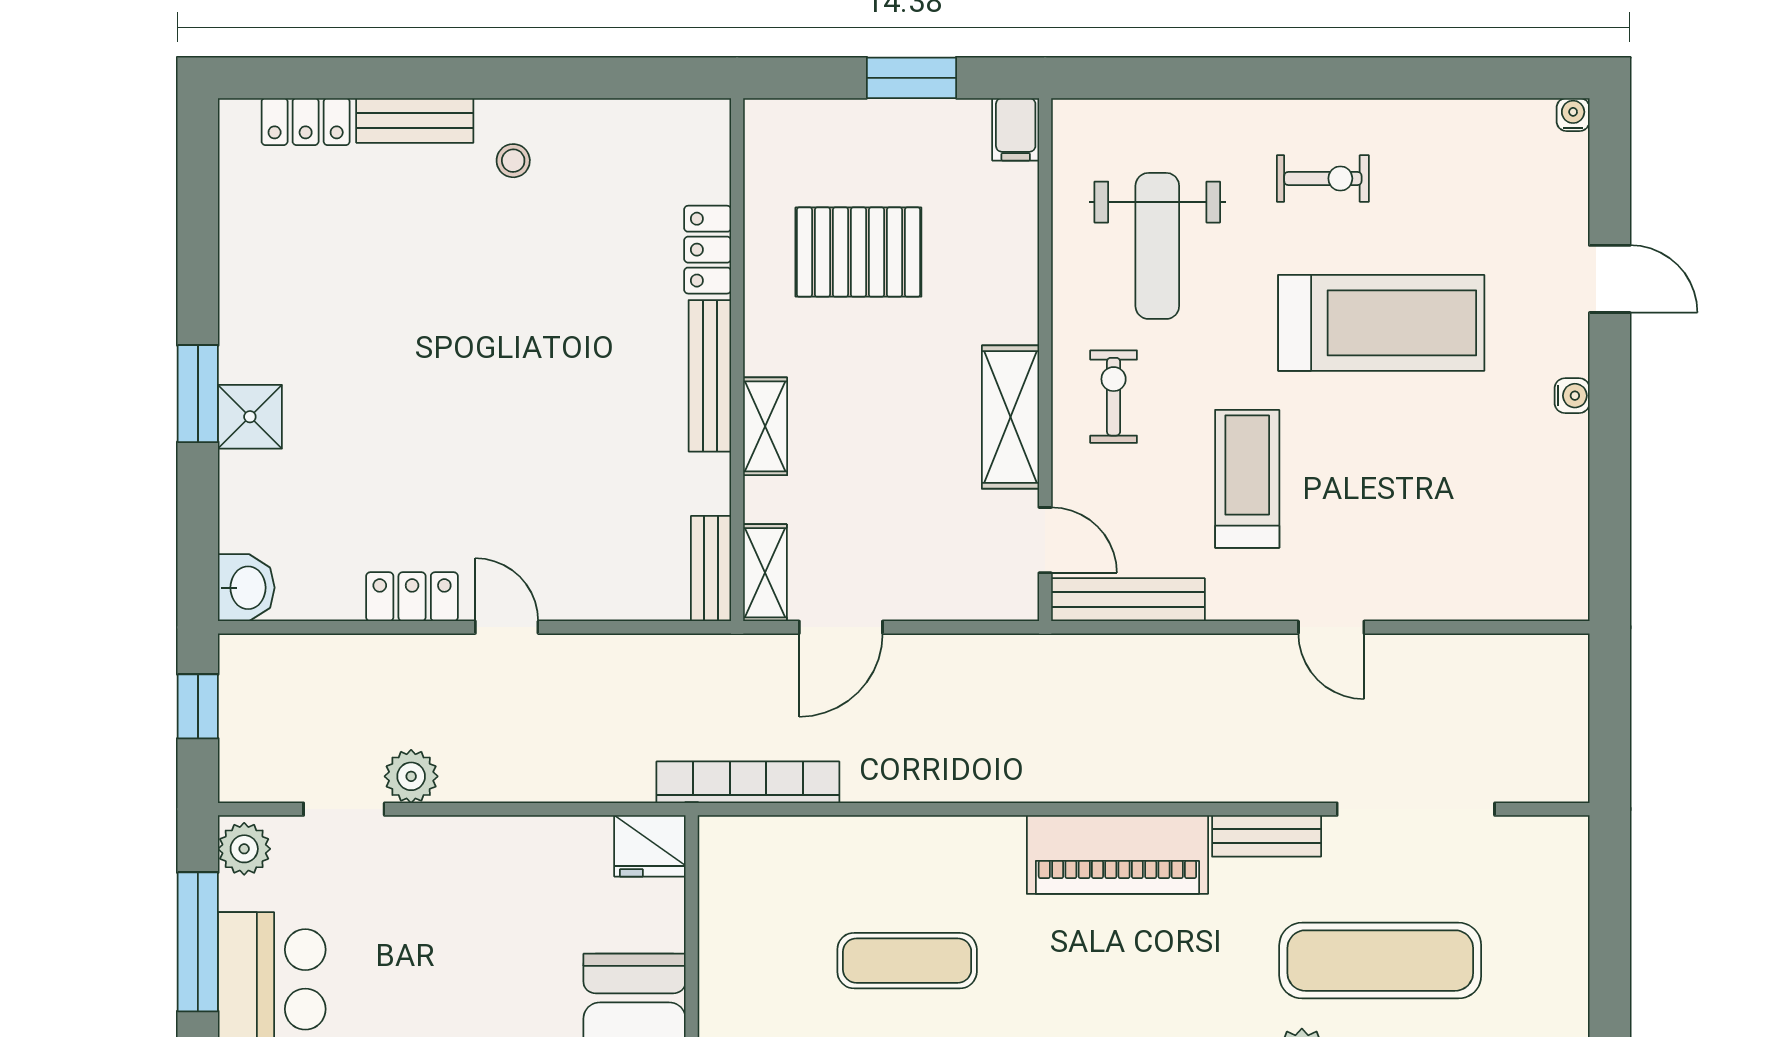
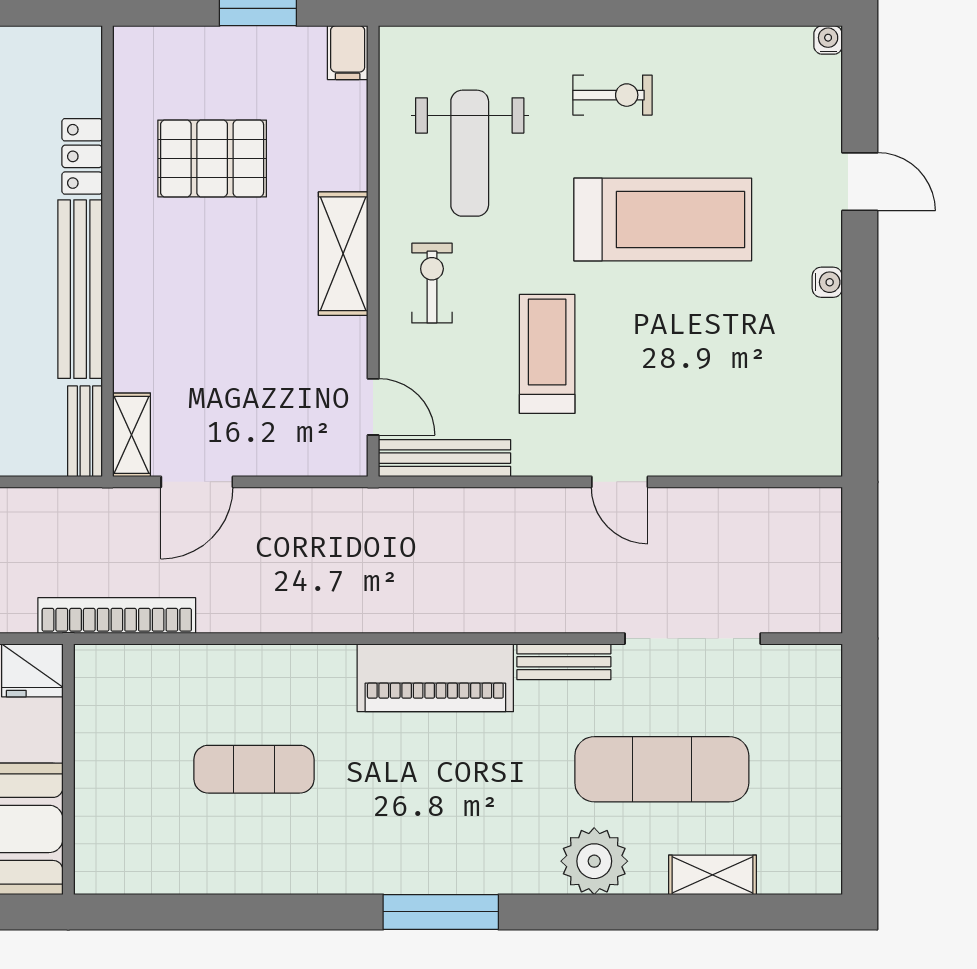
bench: (710, 376) -> (80, 289), width x1.37, depth x1.21
shelving: (1010, 417) -> (343, 254), moved
shelving: (765, 426) -> (132, 309), removed

